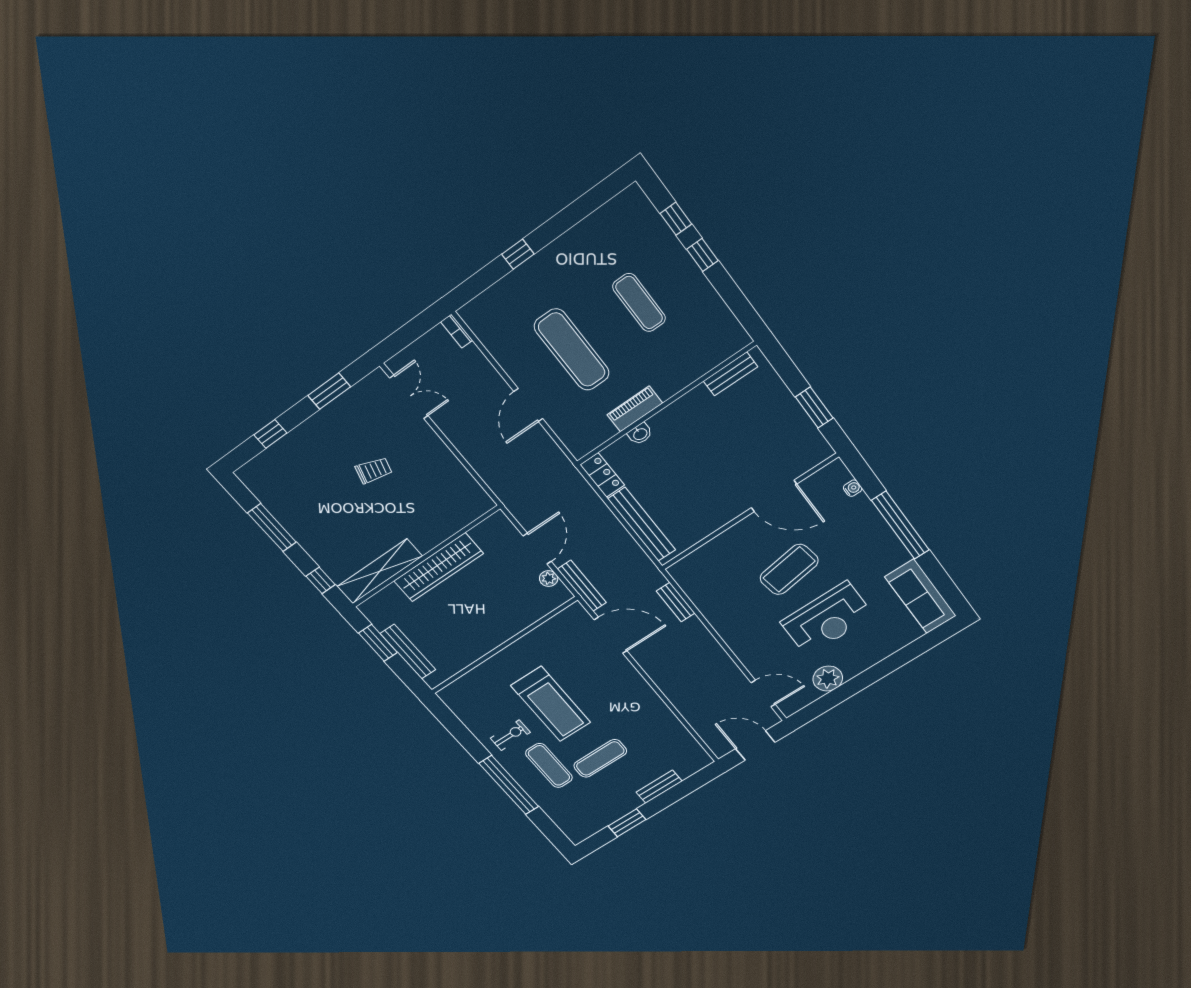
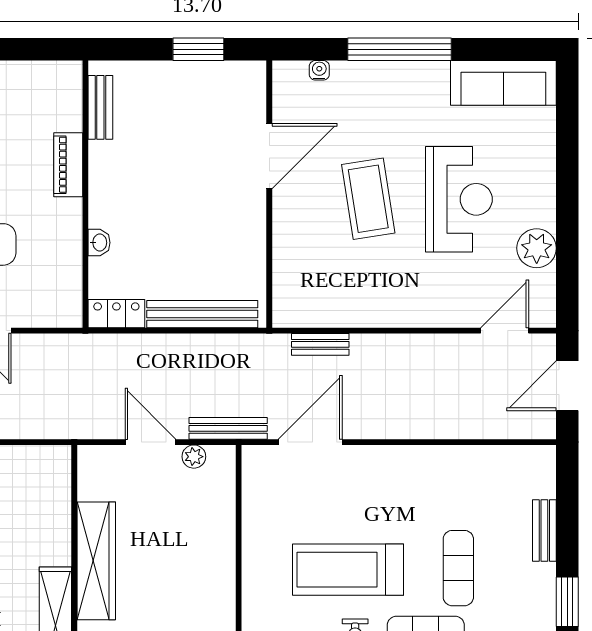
piano: (635, 409) -> (68, 165), moved
treadmill: (551, 704) -> (348, 570), turned 180

